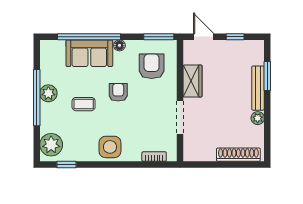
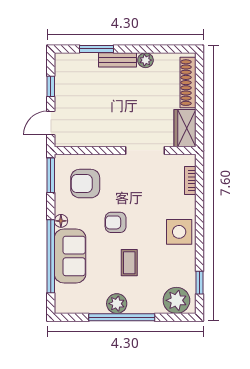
wardrobe: (193, 81) -> (185, 128), moved, turned -90
bench: (258, 88) -> (117, 60), width x0.73

